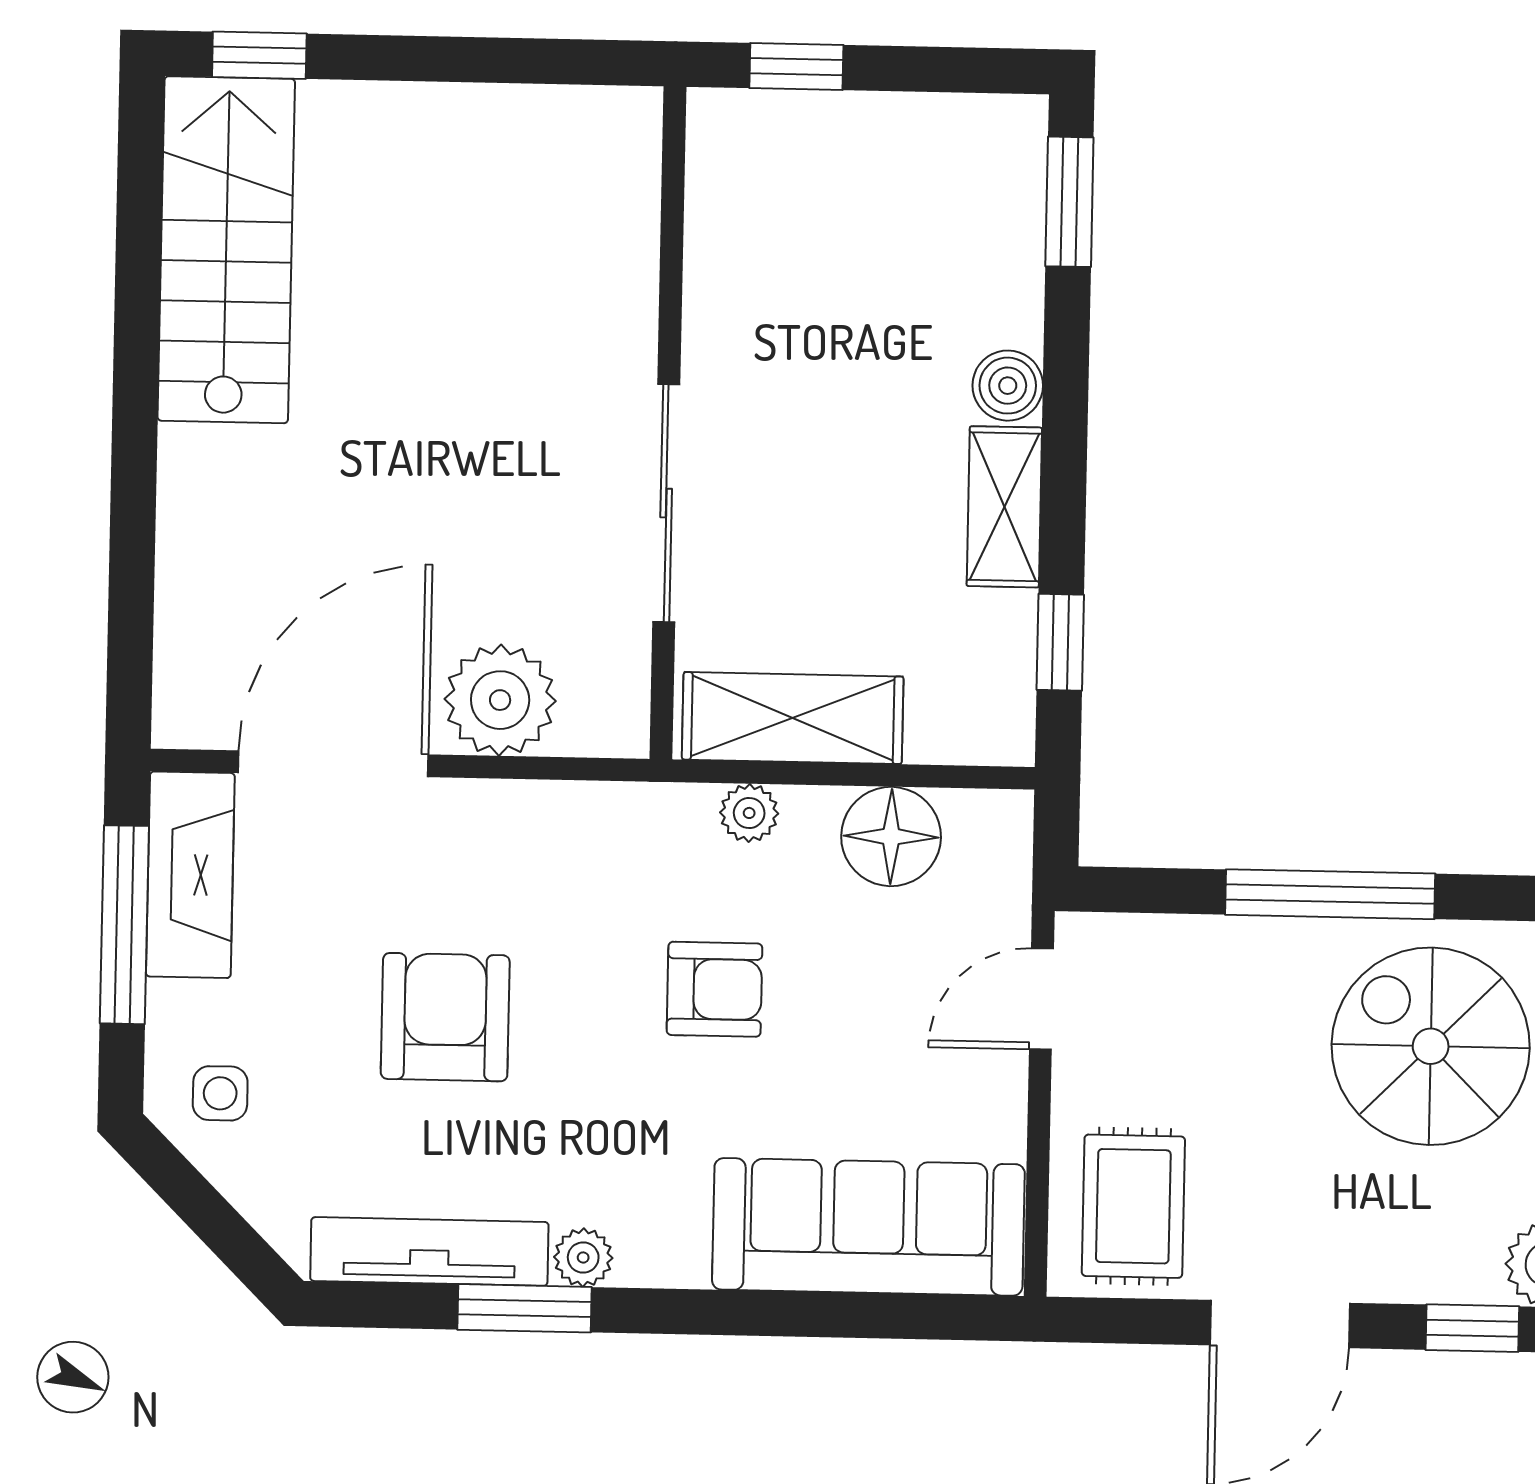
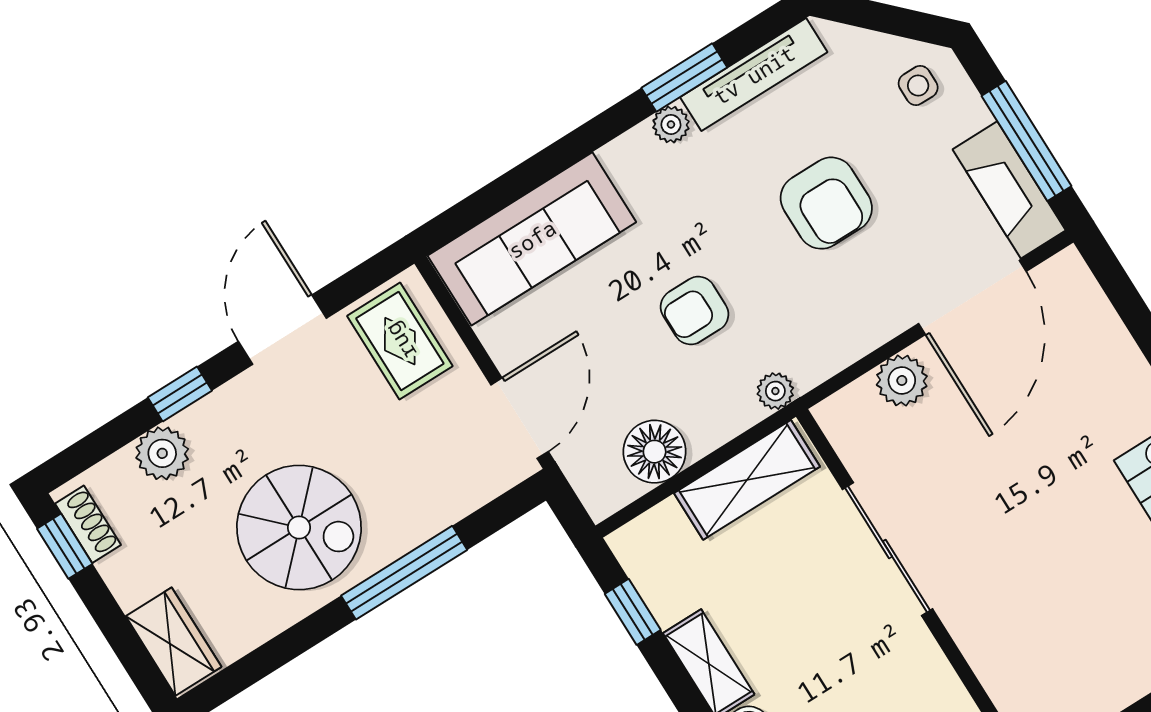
plant: (500, 700) -> (902, 380), width x0.73, depth x0.73
plant: (749, 813) -> (775, 391), moved
door: (1041, 999) -> (520, 418), width x1.38

